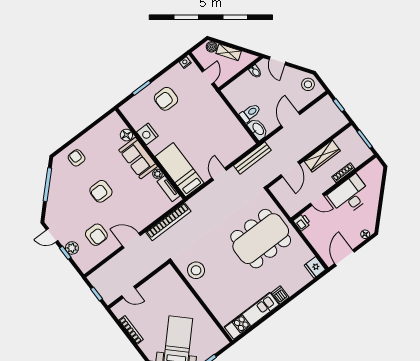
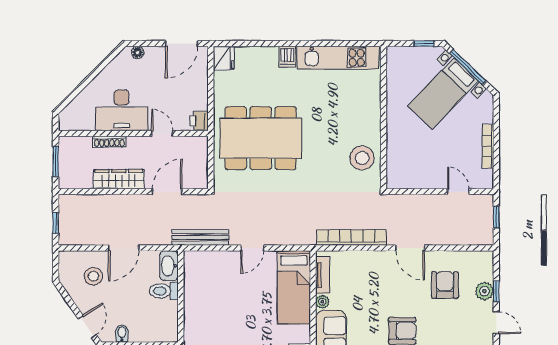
stool: (308, 84) -> (94, 276), moved

